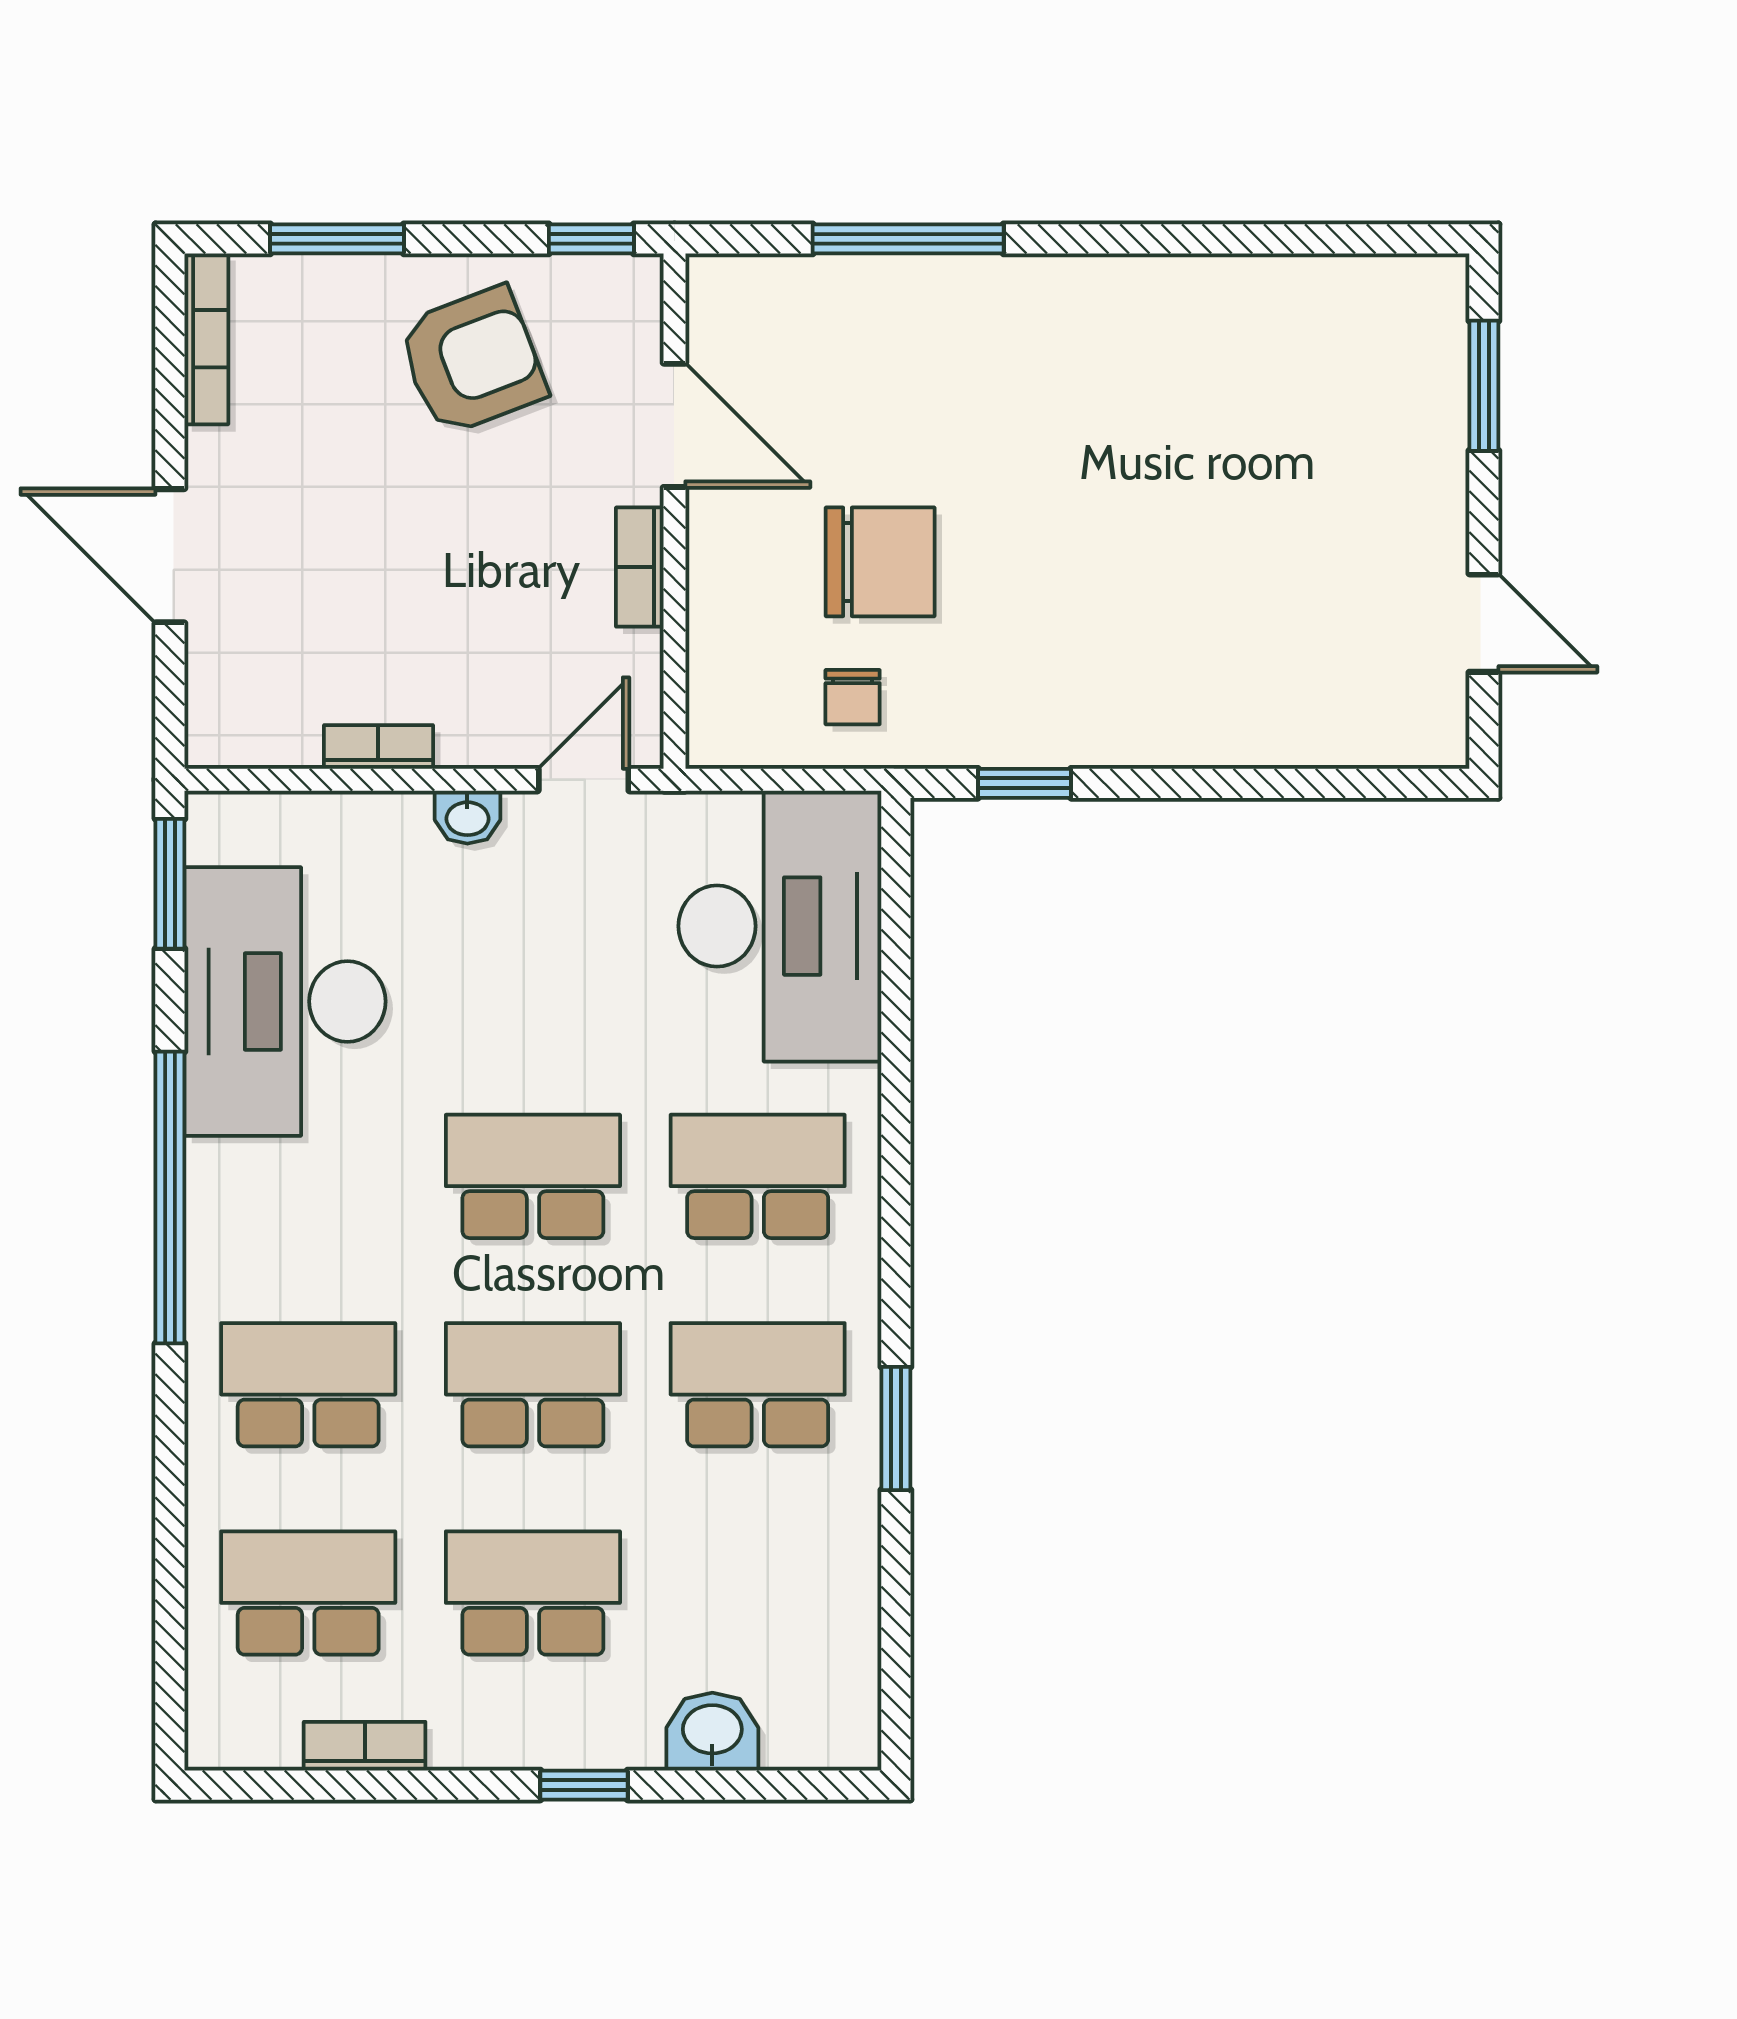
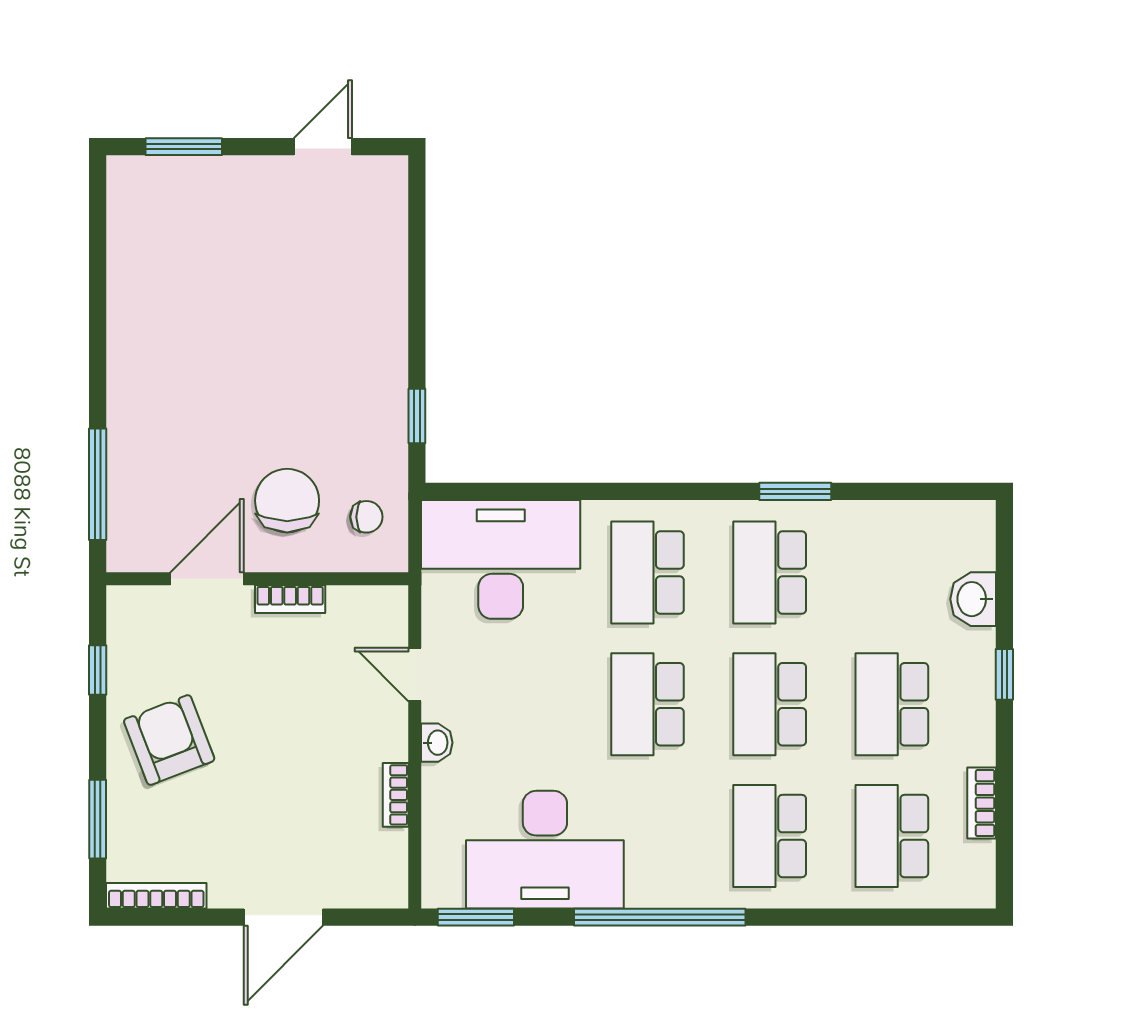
door: (674, 425) -> (207, 579), moved
wall: (674, 511) -> (257, 579), moved
bookcase: (640, 567) -> (290, 599), moved

